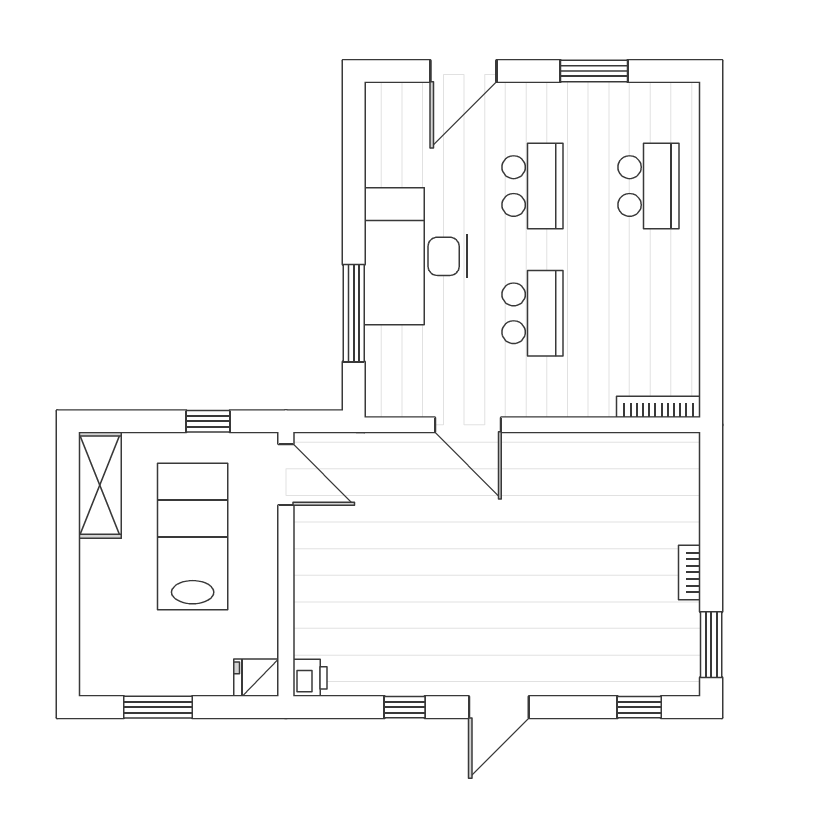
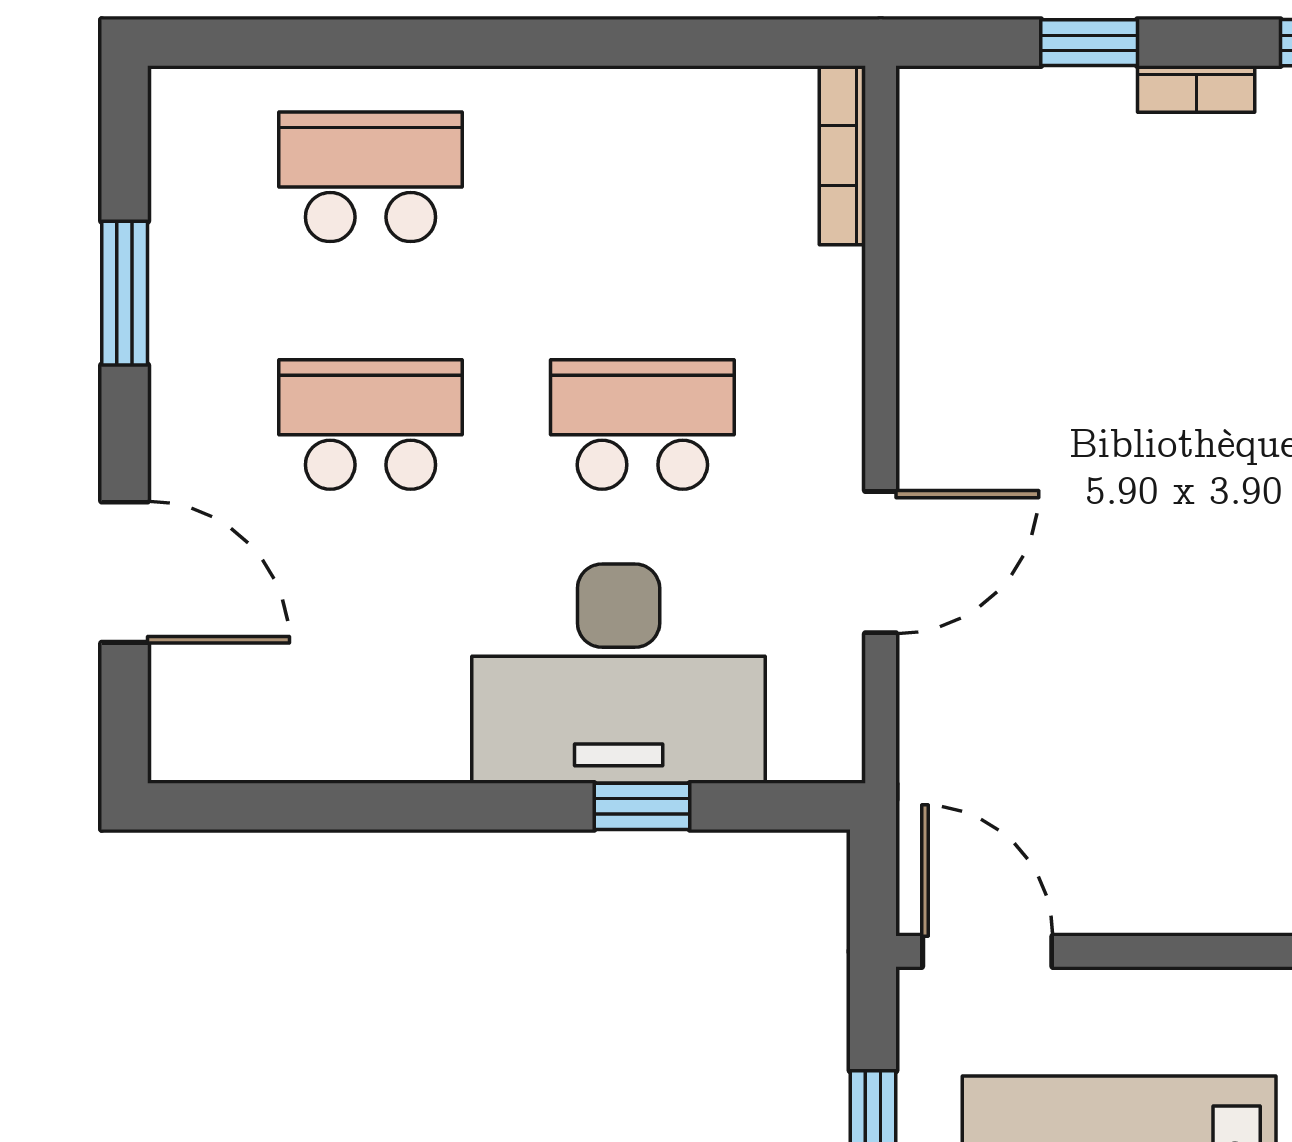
desk: (416, 256) -> (619, 674), moved
window: (354, 313) -> (642, 806), width x0.46
door: (286, 475) -> (987, 951), hinge flipped
window: (711, 522) -> (1089, 43), added

